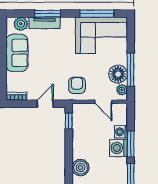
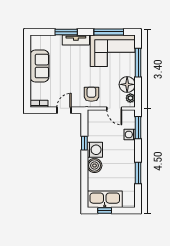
tv unit: (44, 23) -> (76, 40), moved
plant: (21, 24) -> (43, 41), removed
window: (131, 70) -> (138, 63), moved
window: (69, 121) -> (84, 143), moved
window: (131, 144) -> (138, 128), moved
washing machine: (119, 148) -> (95, 150), moved, turned 180

